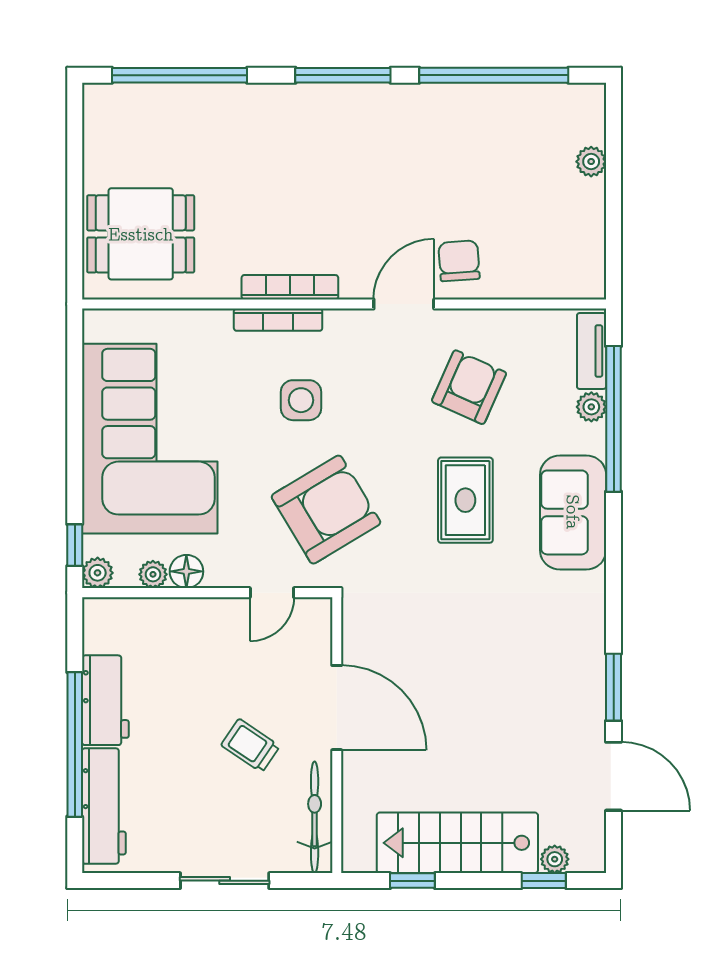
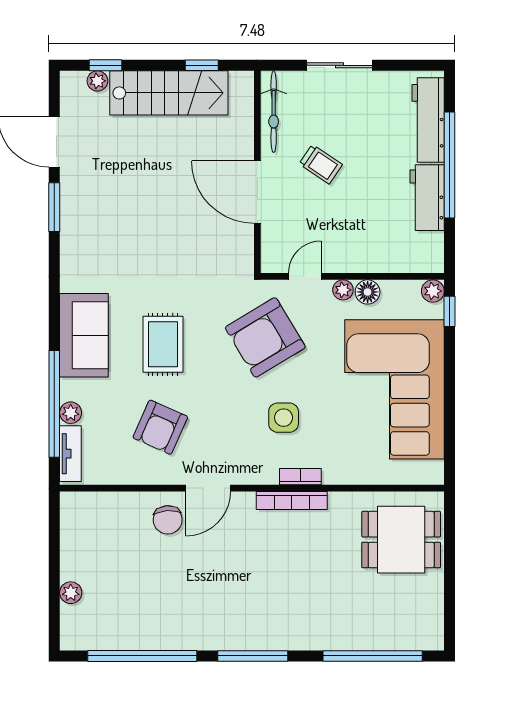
bookcase: (278, 320) -> (300, 477), width x0.64
plant: (153, 574) -> (343, 290), moved

